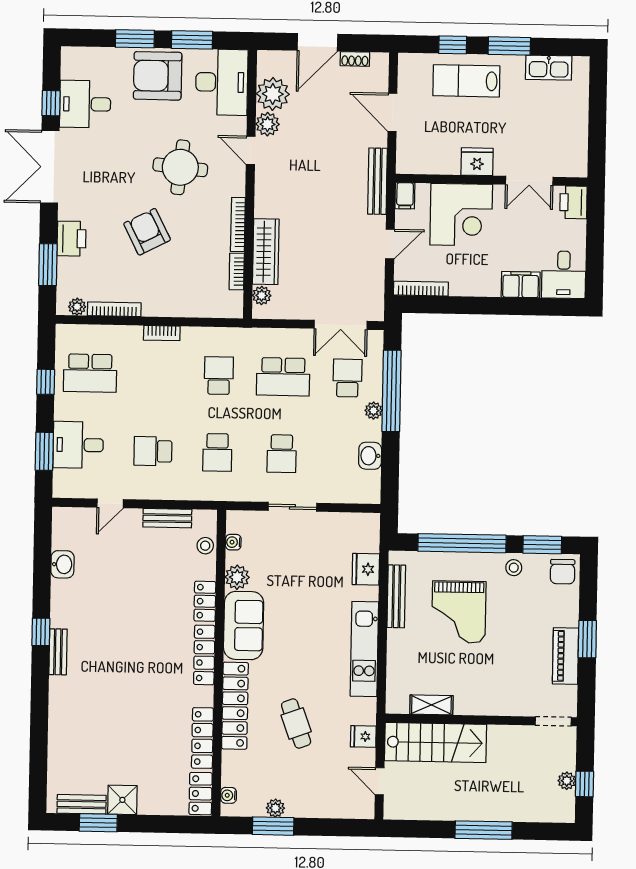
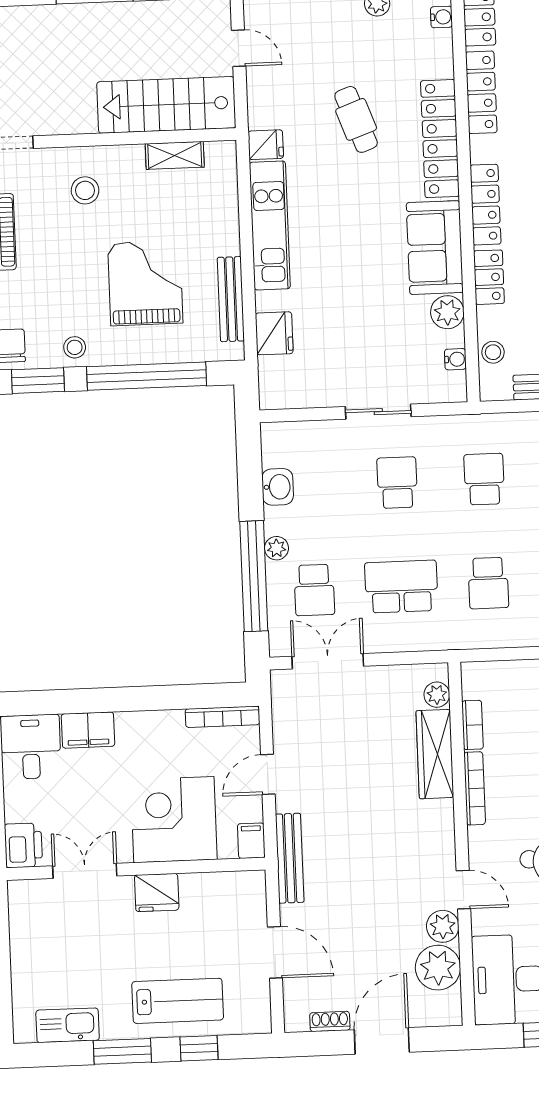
stool: (499, 683) -> (85, 190), added
fridge: (363, 736) -> (266, 145), moved

